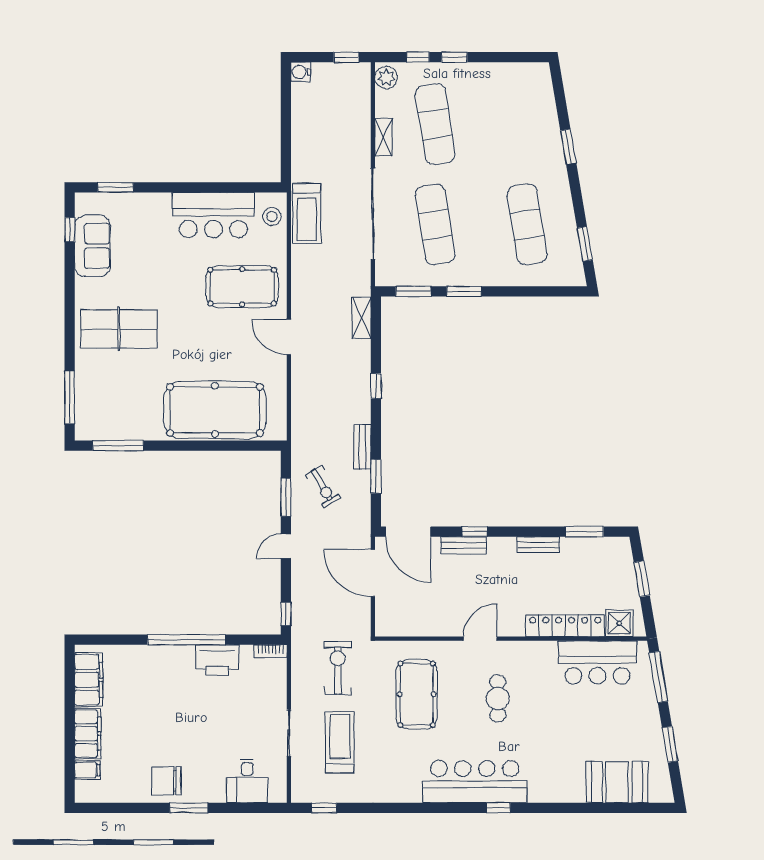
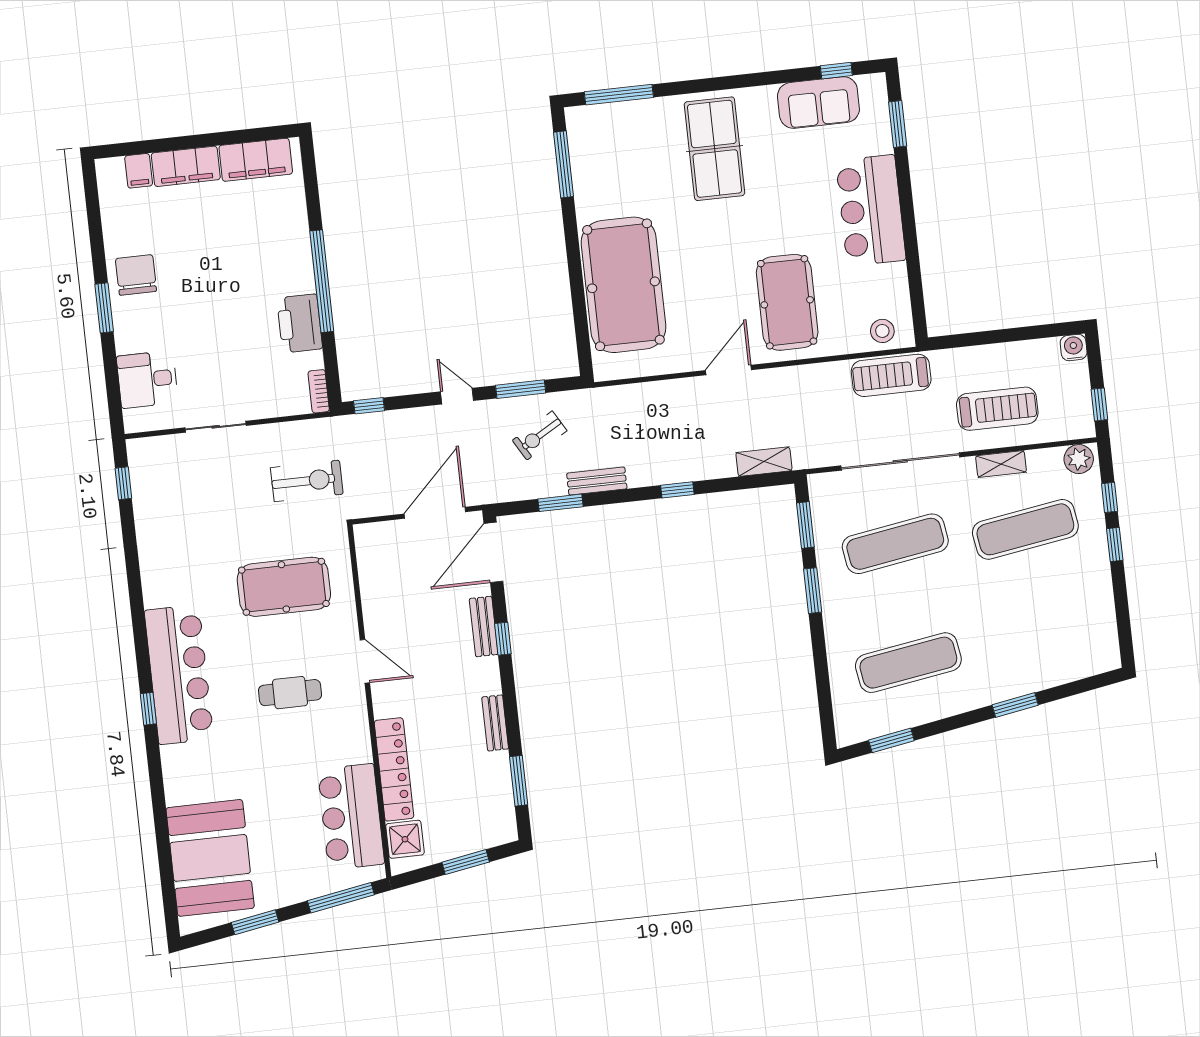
bar counter: (213, 215) -> (871, 210), moved
treadmill: (340, 742) -> (997, 409), moved
booth: (617, 782) -> (210, 858), width x1.36, depth x1.42

